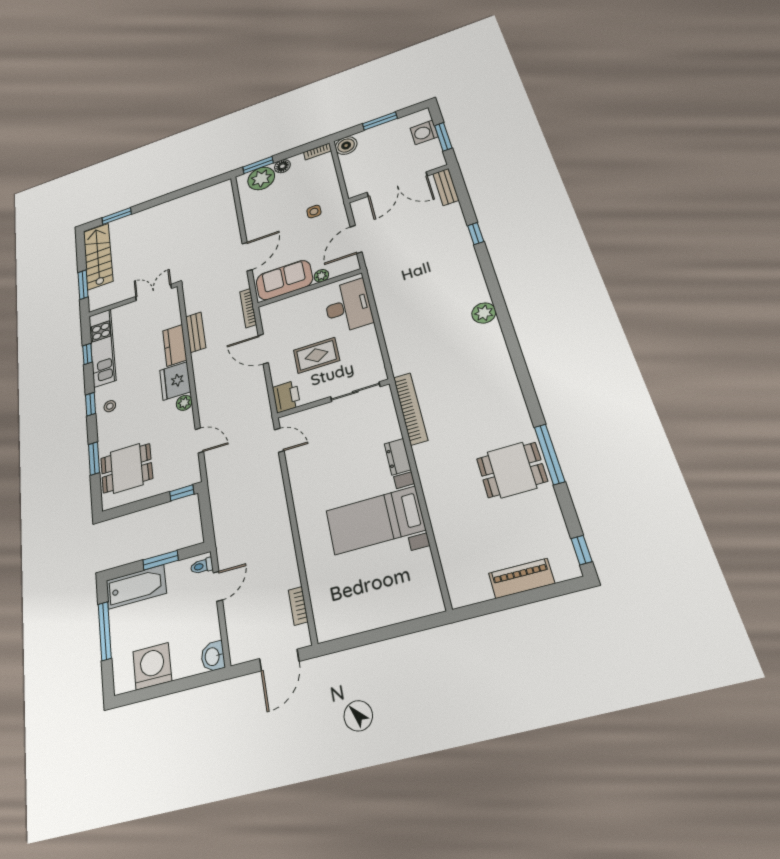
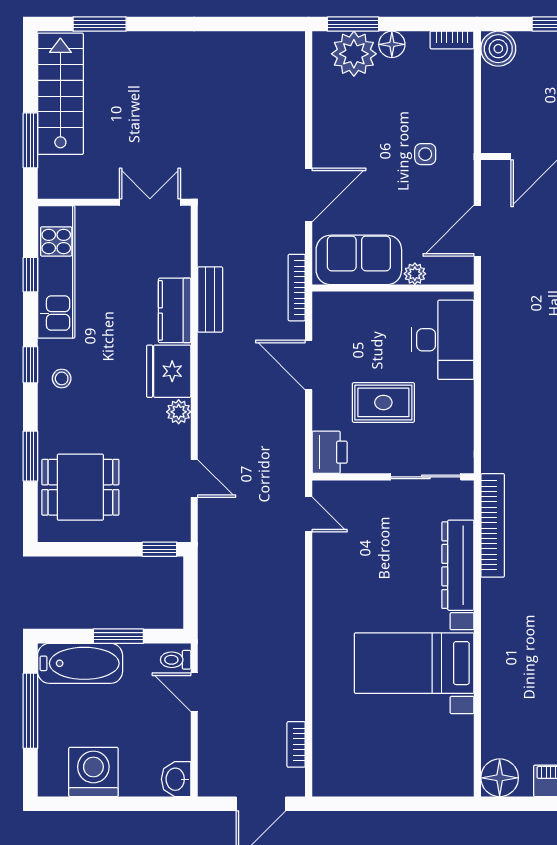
dresser: (398, 457) -> (458, 565), width x1.96, depth x1.24
door: (218, 586) -> (194, 692), swing flipped
floor lamp: (464, 591) -> (500, 778), added

